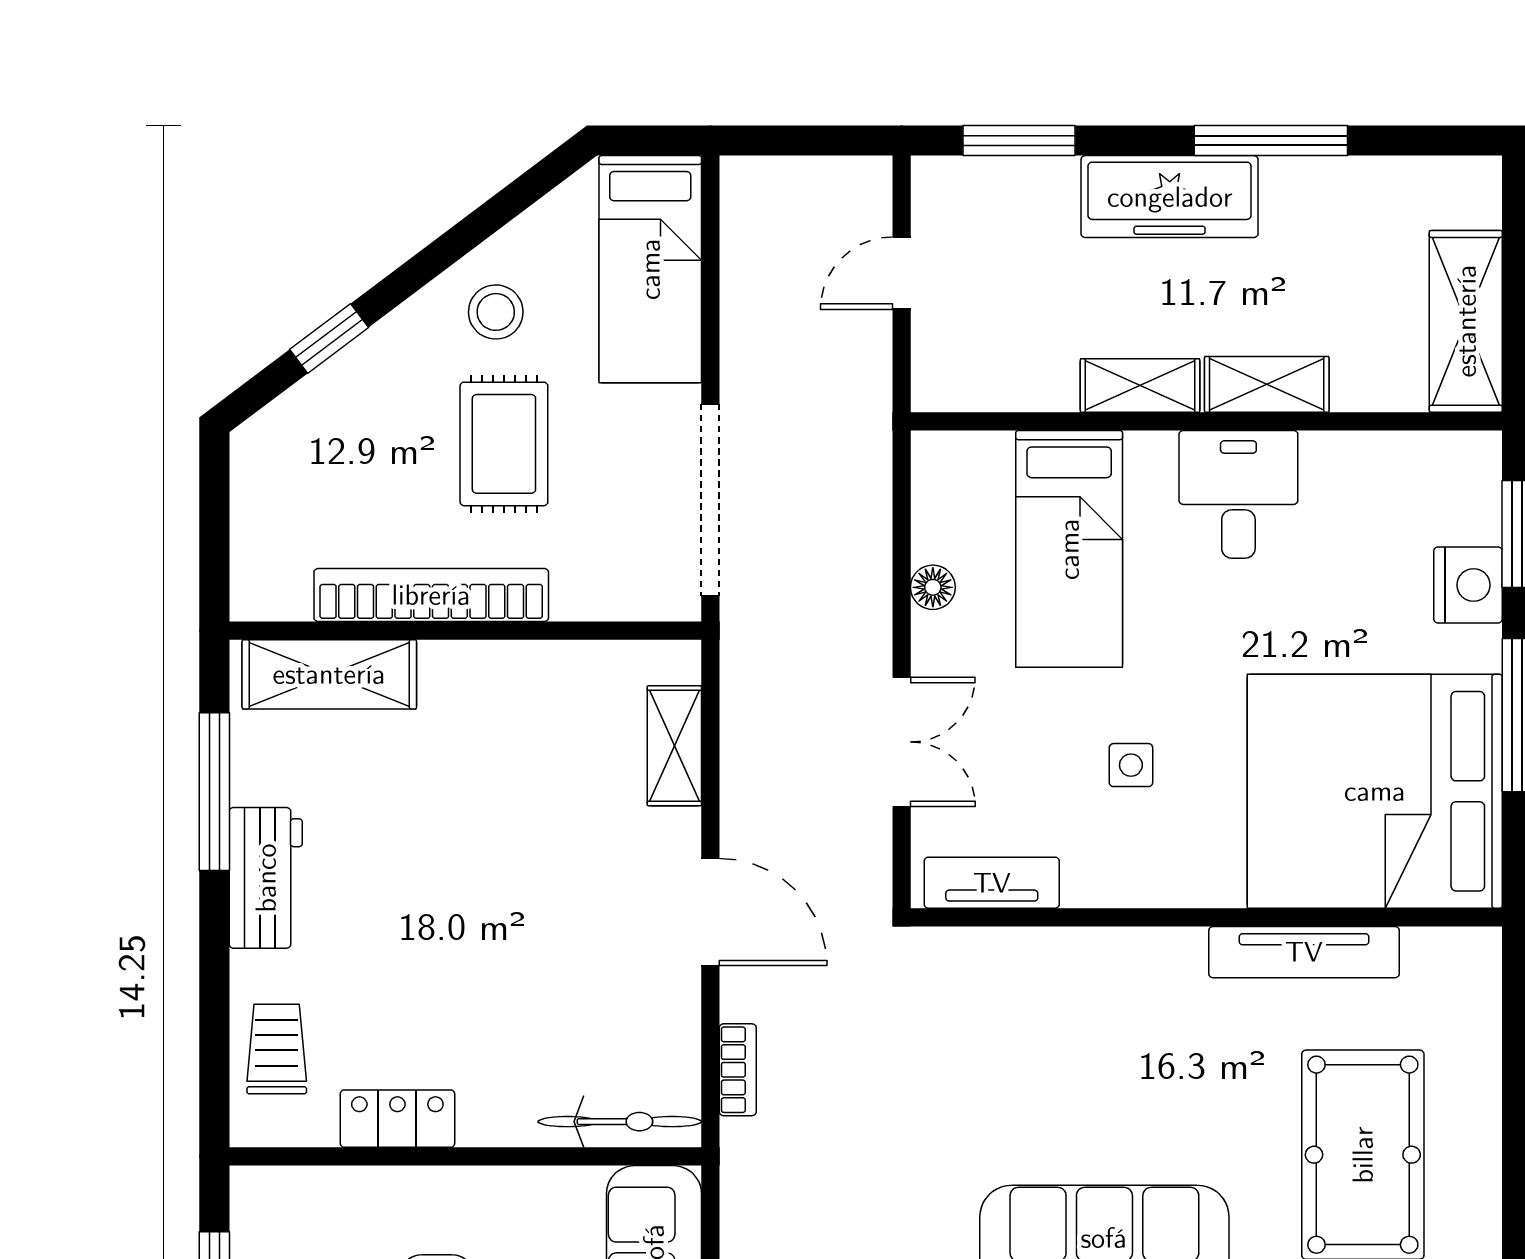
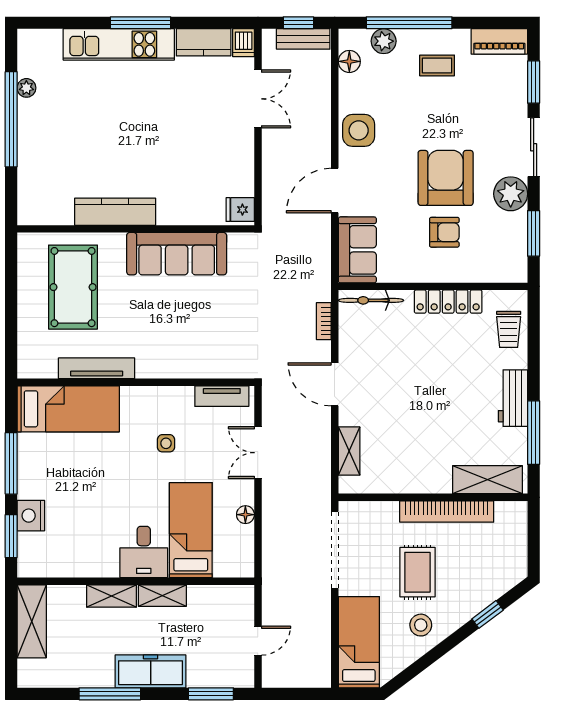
desk: (1238, 494) -> (144, 552), moved
bed: (1375, 791) -> (68, 409), width x0.49
locker: (397, 1119) -> (448, 302), width x1.53

